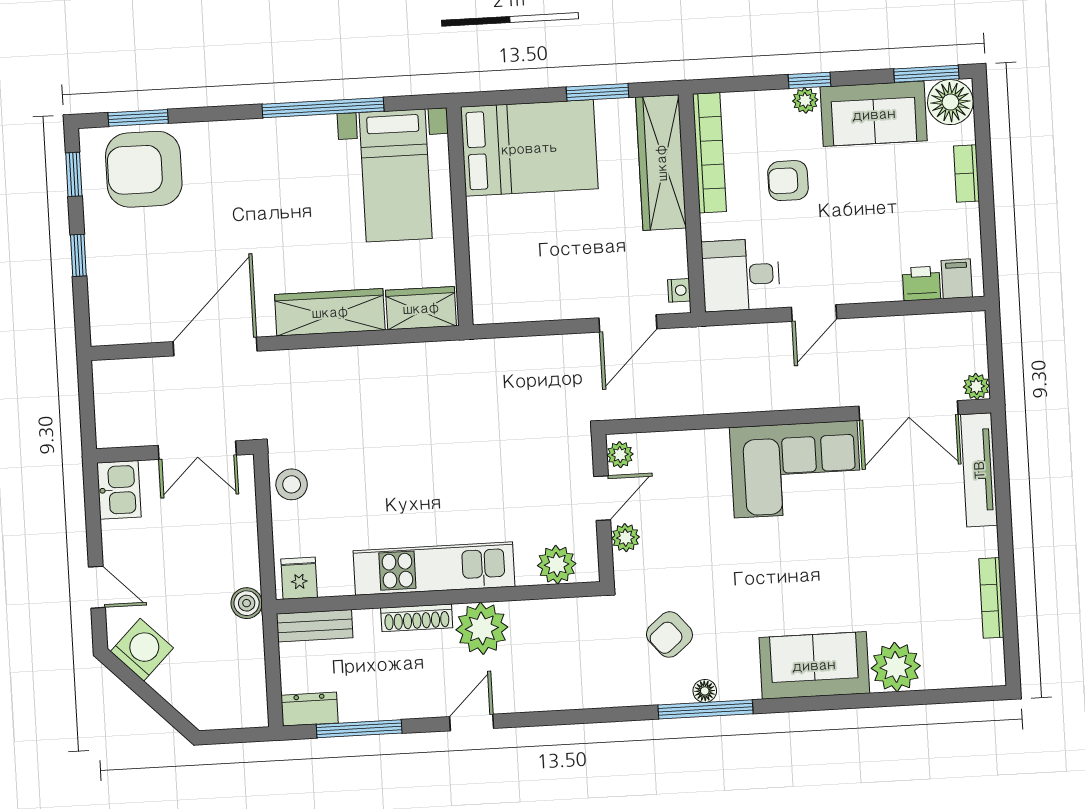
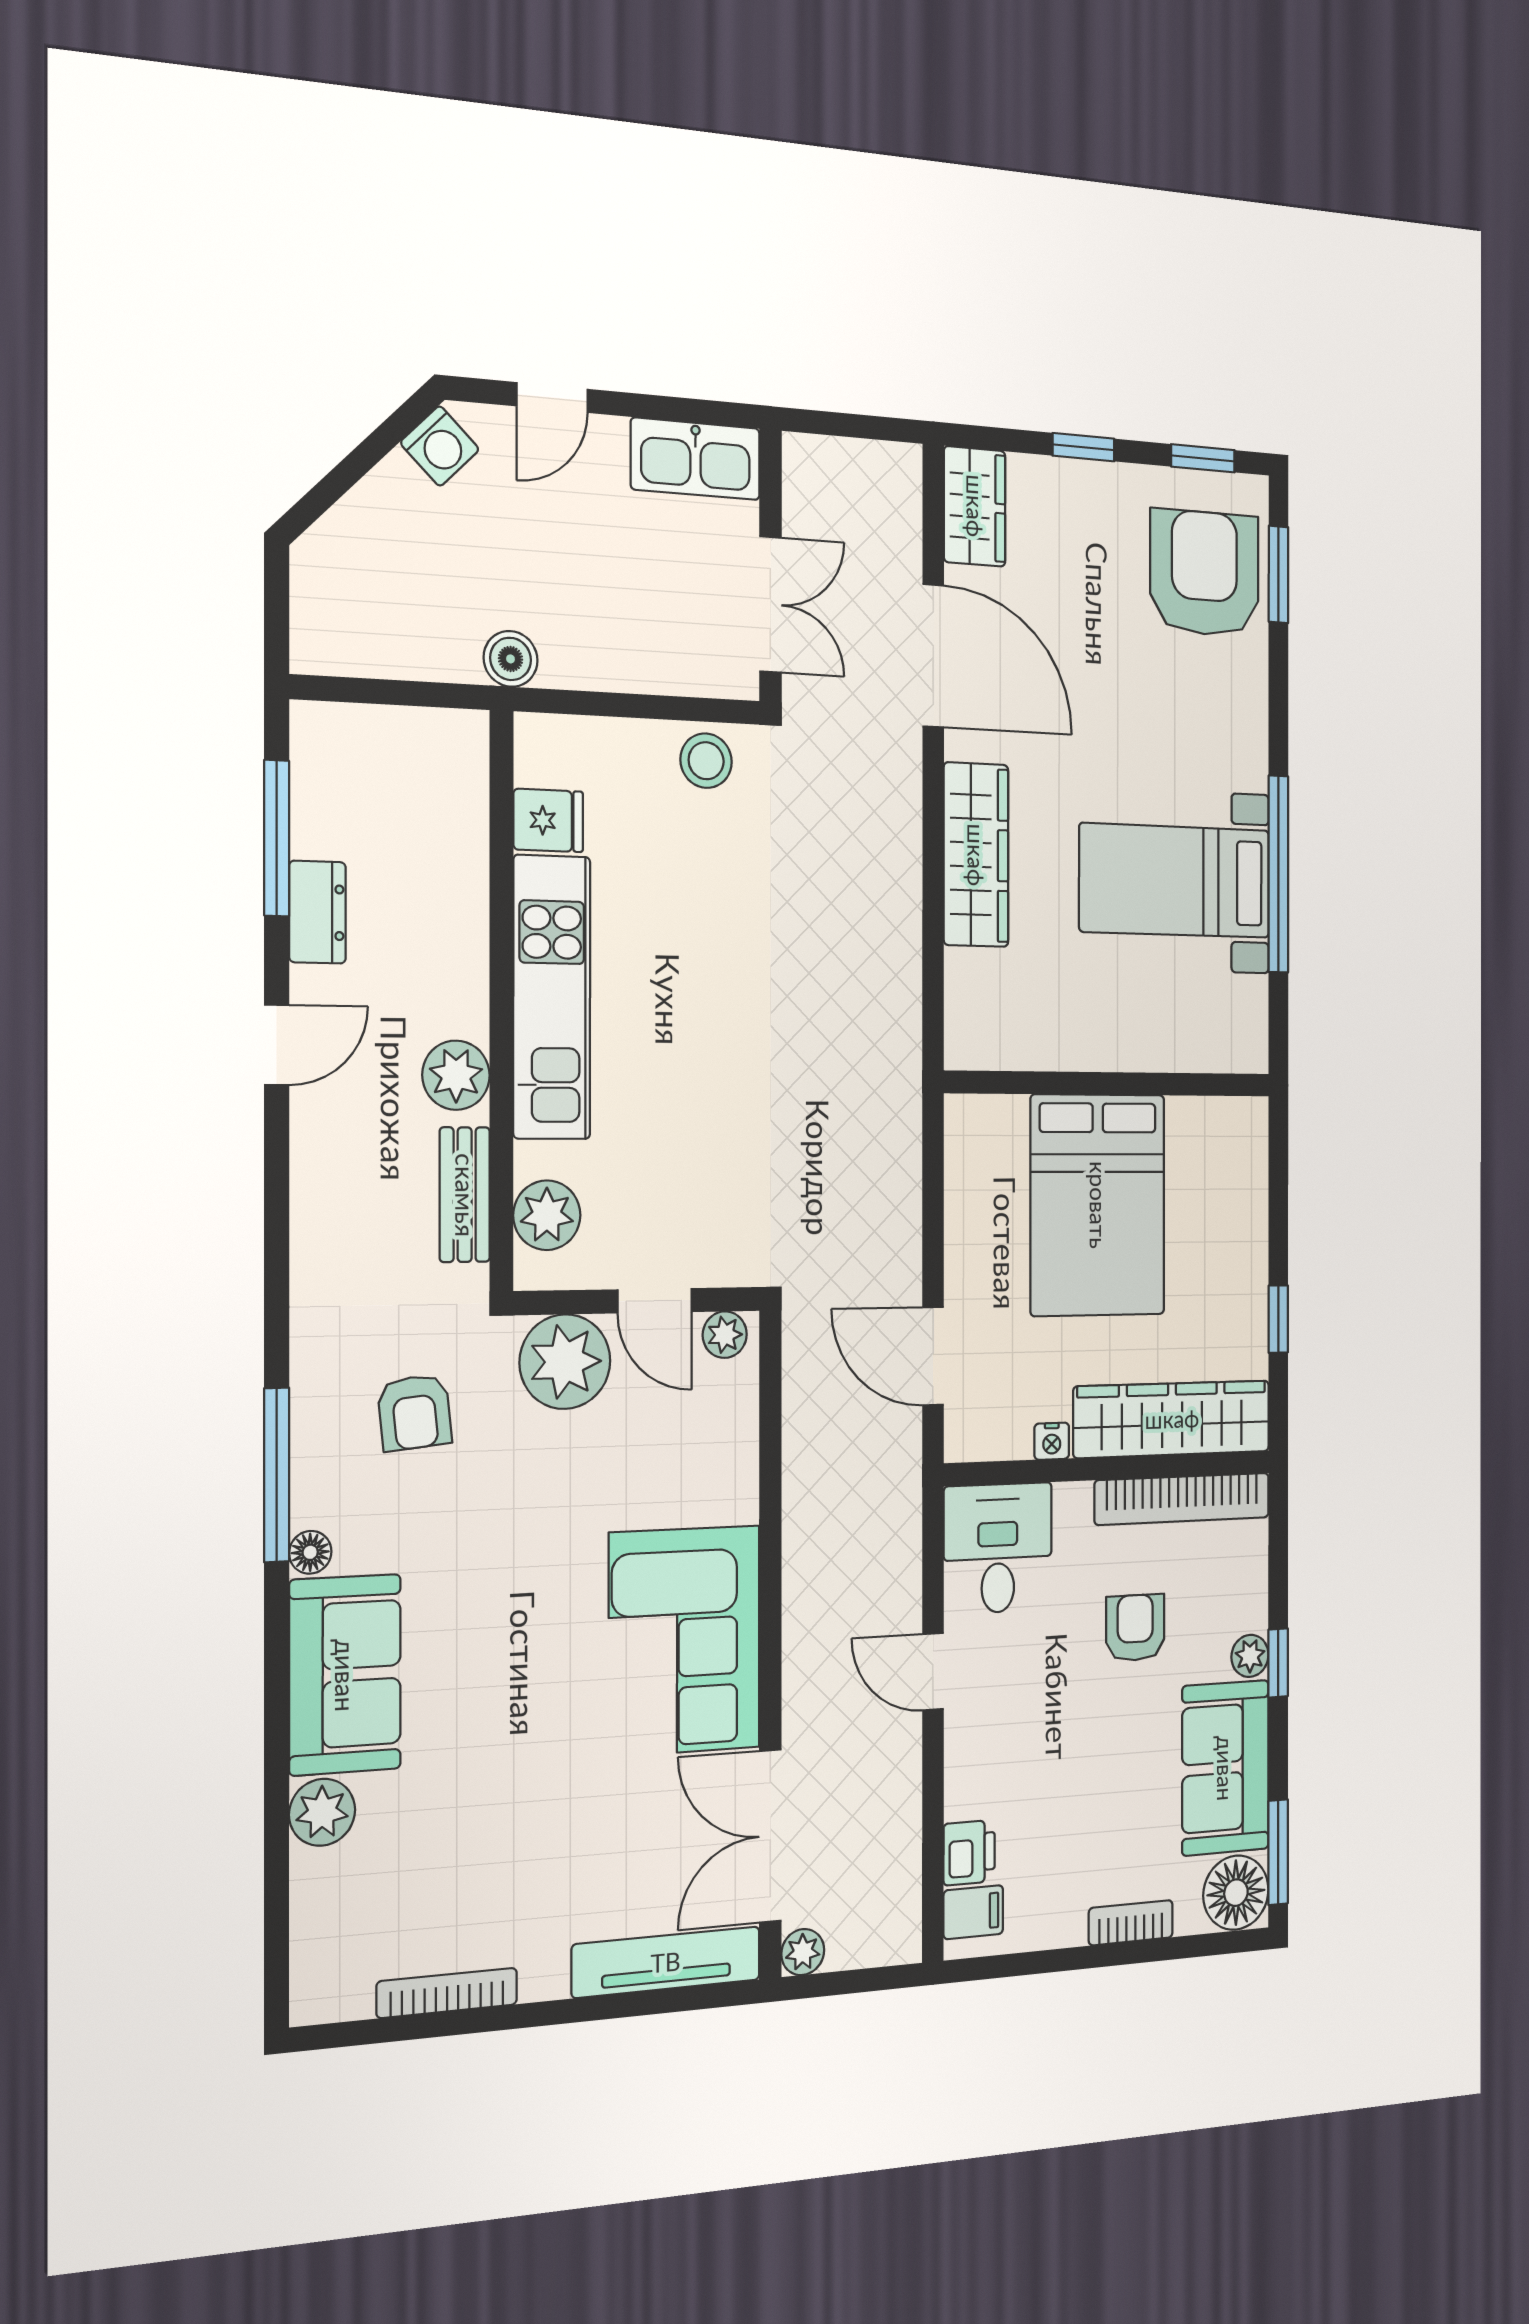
window: (597, 92) -> (1278, 1319), width x0.67
bed: (529, 148) -> (1098, 1205), moved
bed with nightstands: (396, 175) -> (1175, 881), moved
nightstand: (679, 290) -> (1052, 1441), moved
wardrobe: (421, 308) -> (975, 506), moved
double door: (197, 450) -> (770, 604), swing flipped
kitchen sink: (119, 490) -> (695, 459), width x1.38
plant: (625, 538) -> (565, 1362), width x1.87, depth x1.87
fridge: (299, 578) -> (548, 820), moved
shoe rack: (417, 618) -> (469, 960), removed
bench: (315, 626) -> (465, 1195), moved
plant: (482, 628) -> (456, 1075), width x0.73, depth x0.73
armchair: (669, 634) -> (415, 1412), turned -146
washing machine: (142, 650) -> (440, 446), width x0.73, depth x0.73
plant: (896, 667) -> (322, 1812), width x0.73, depth x0.73
floor lamp: (705, 691) -> (310, 1552), moved
dresser: (310, 709) -> (317, 912), moved
door: (472, 722) -> (277, 1045), hinge flipped

